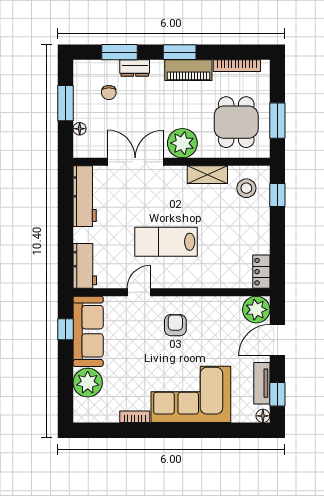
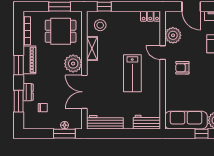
window: (66, 103) -> (64, 134), moved
door: (139, 292) -> (163, 53), moved
plant: (256, 310) -> (173, 35), moved
window: (66, 329) -> (201, 134), moved

